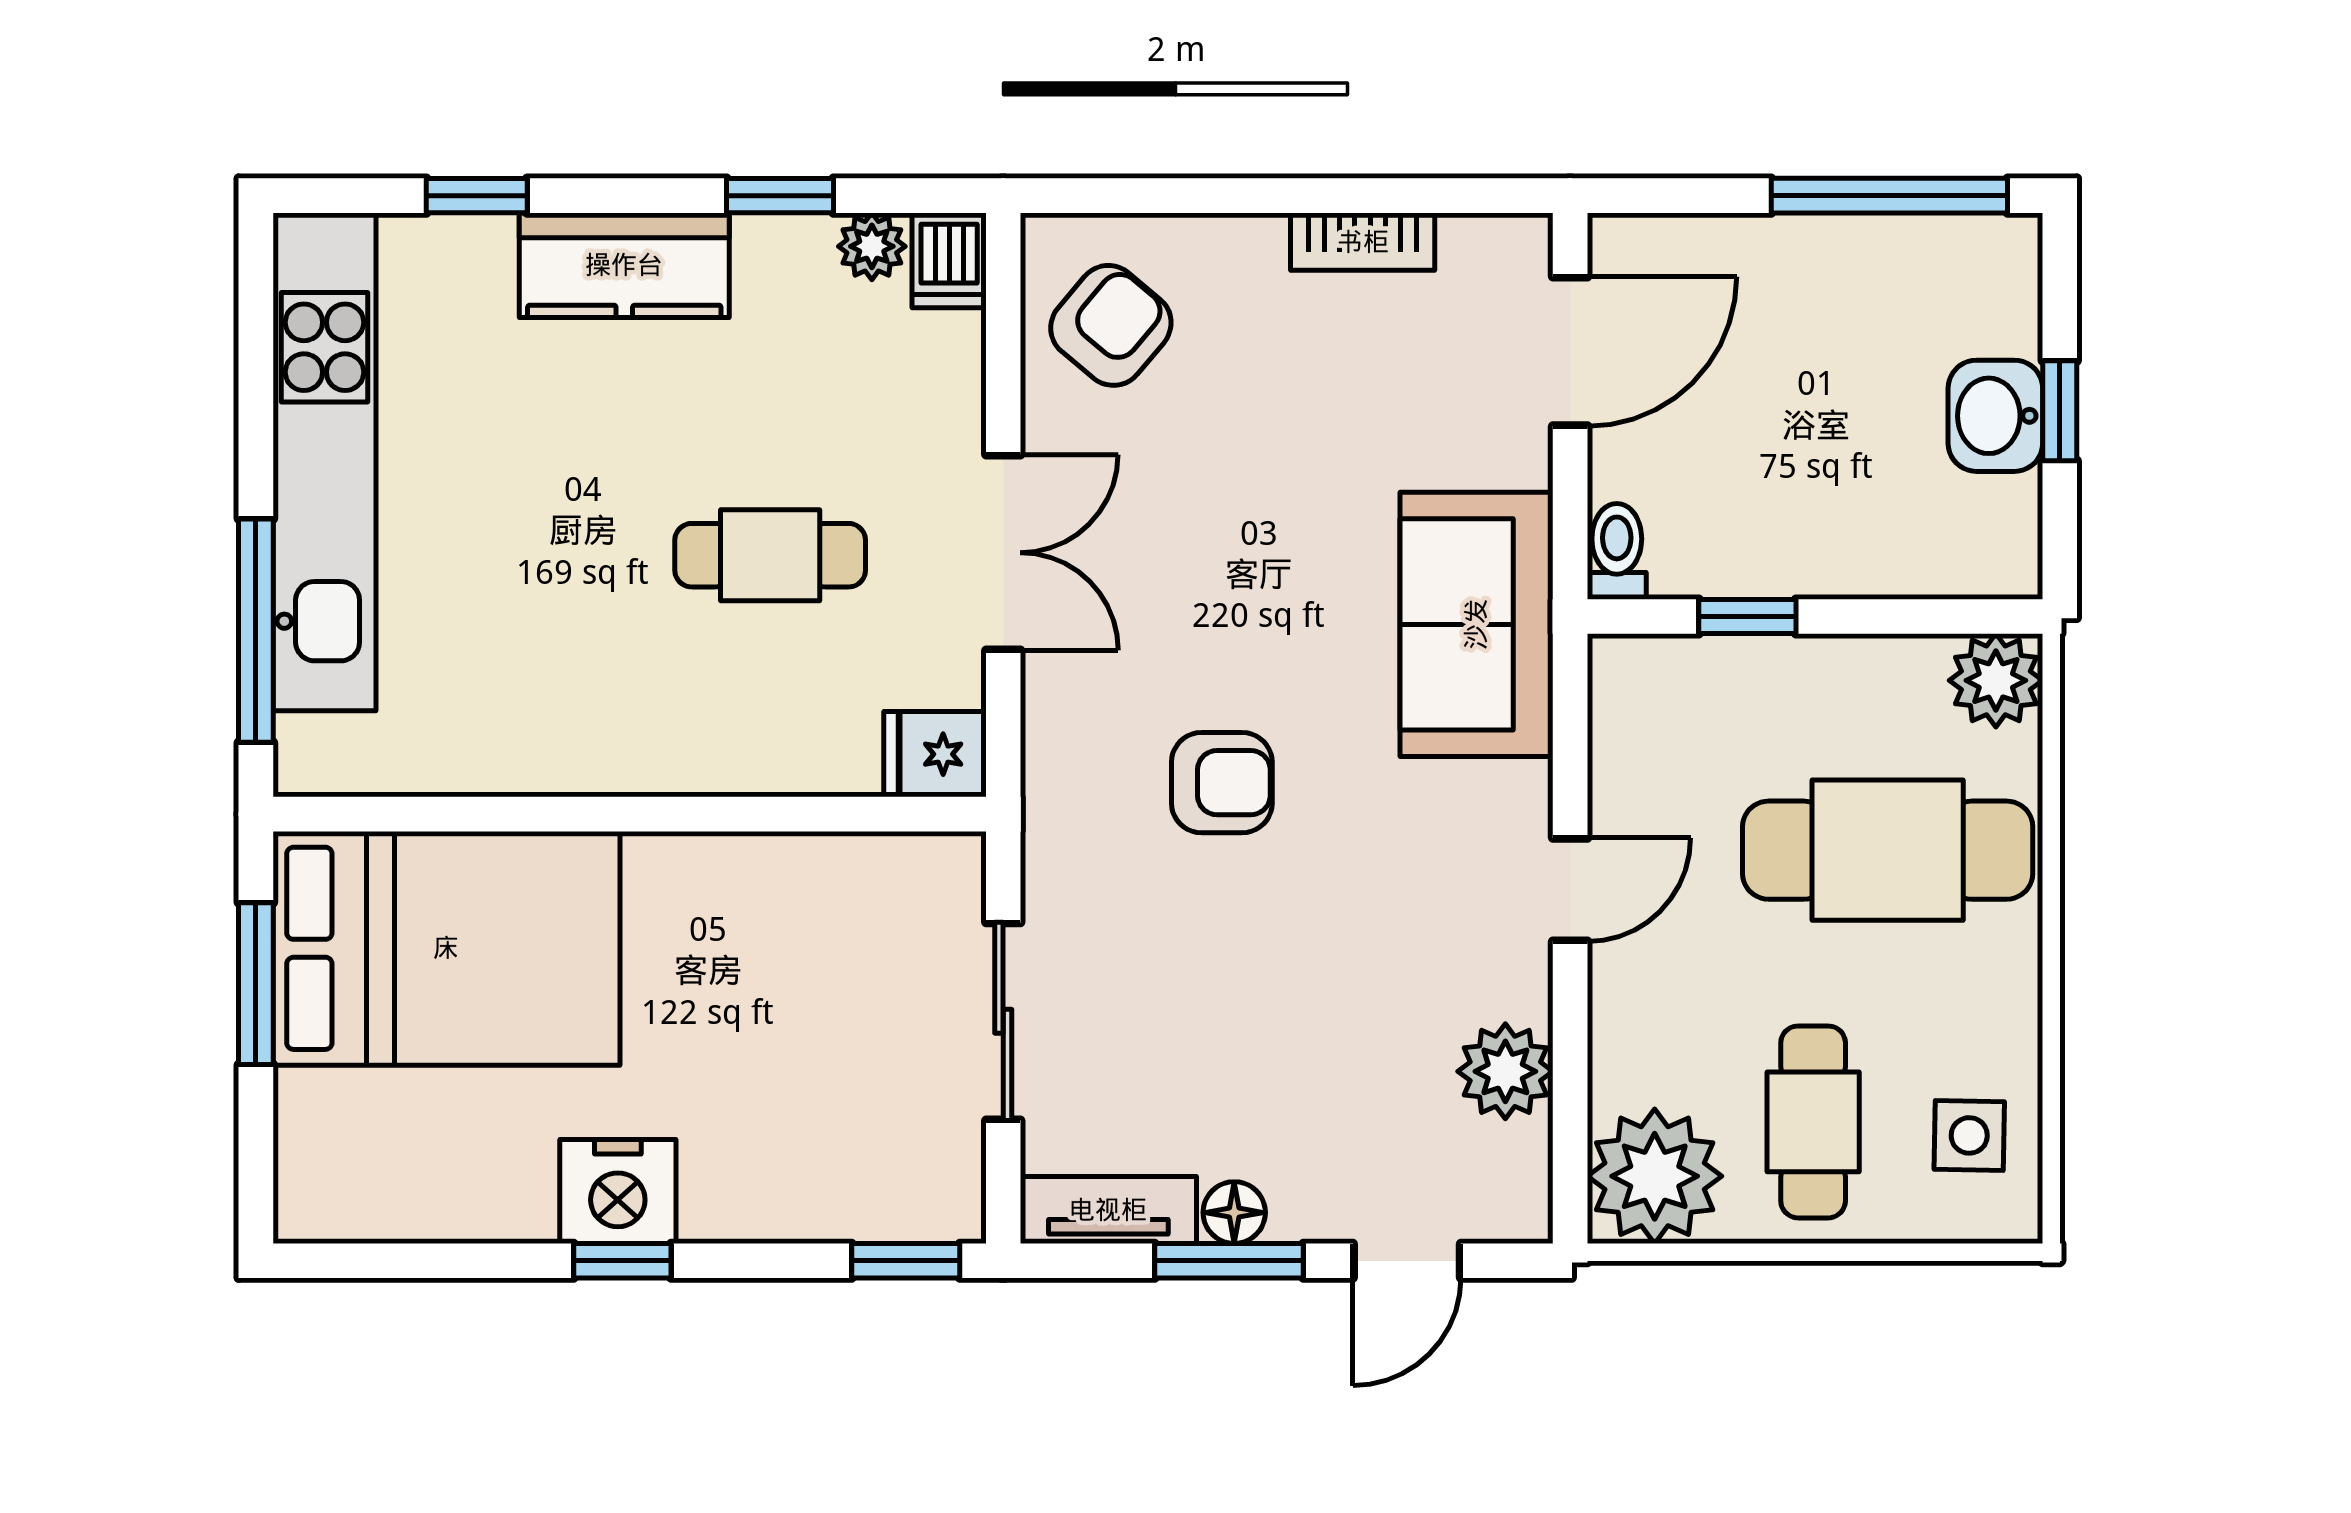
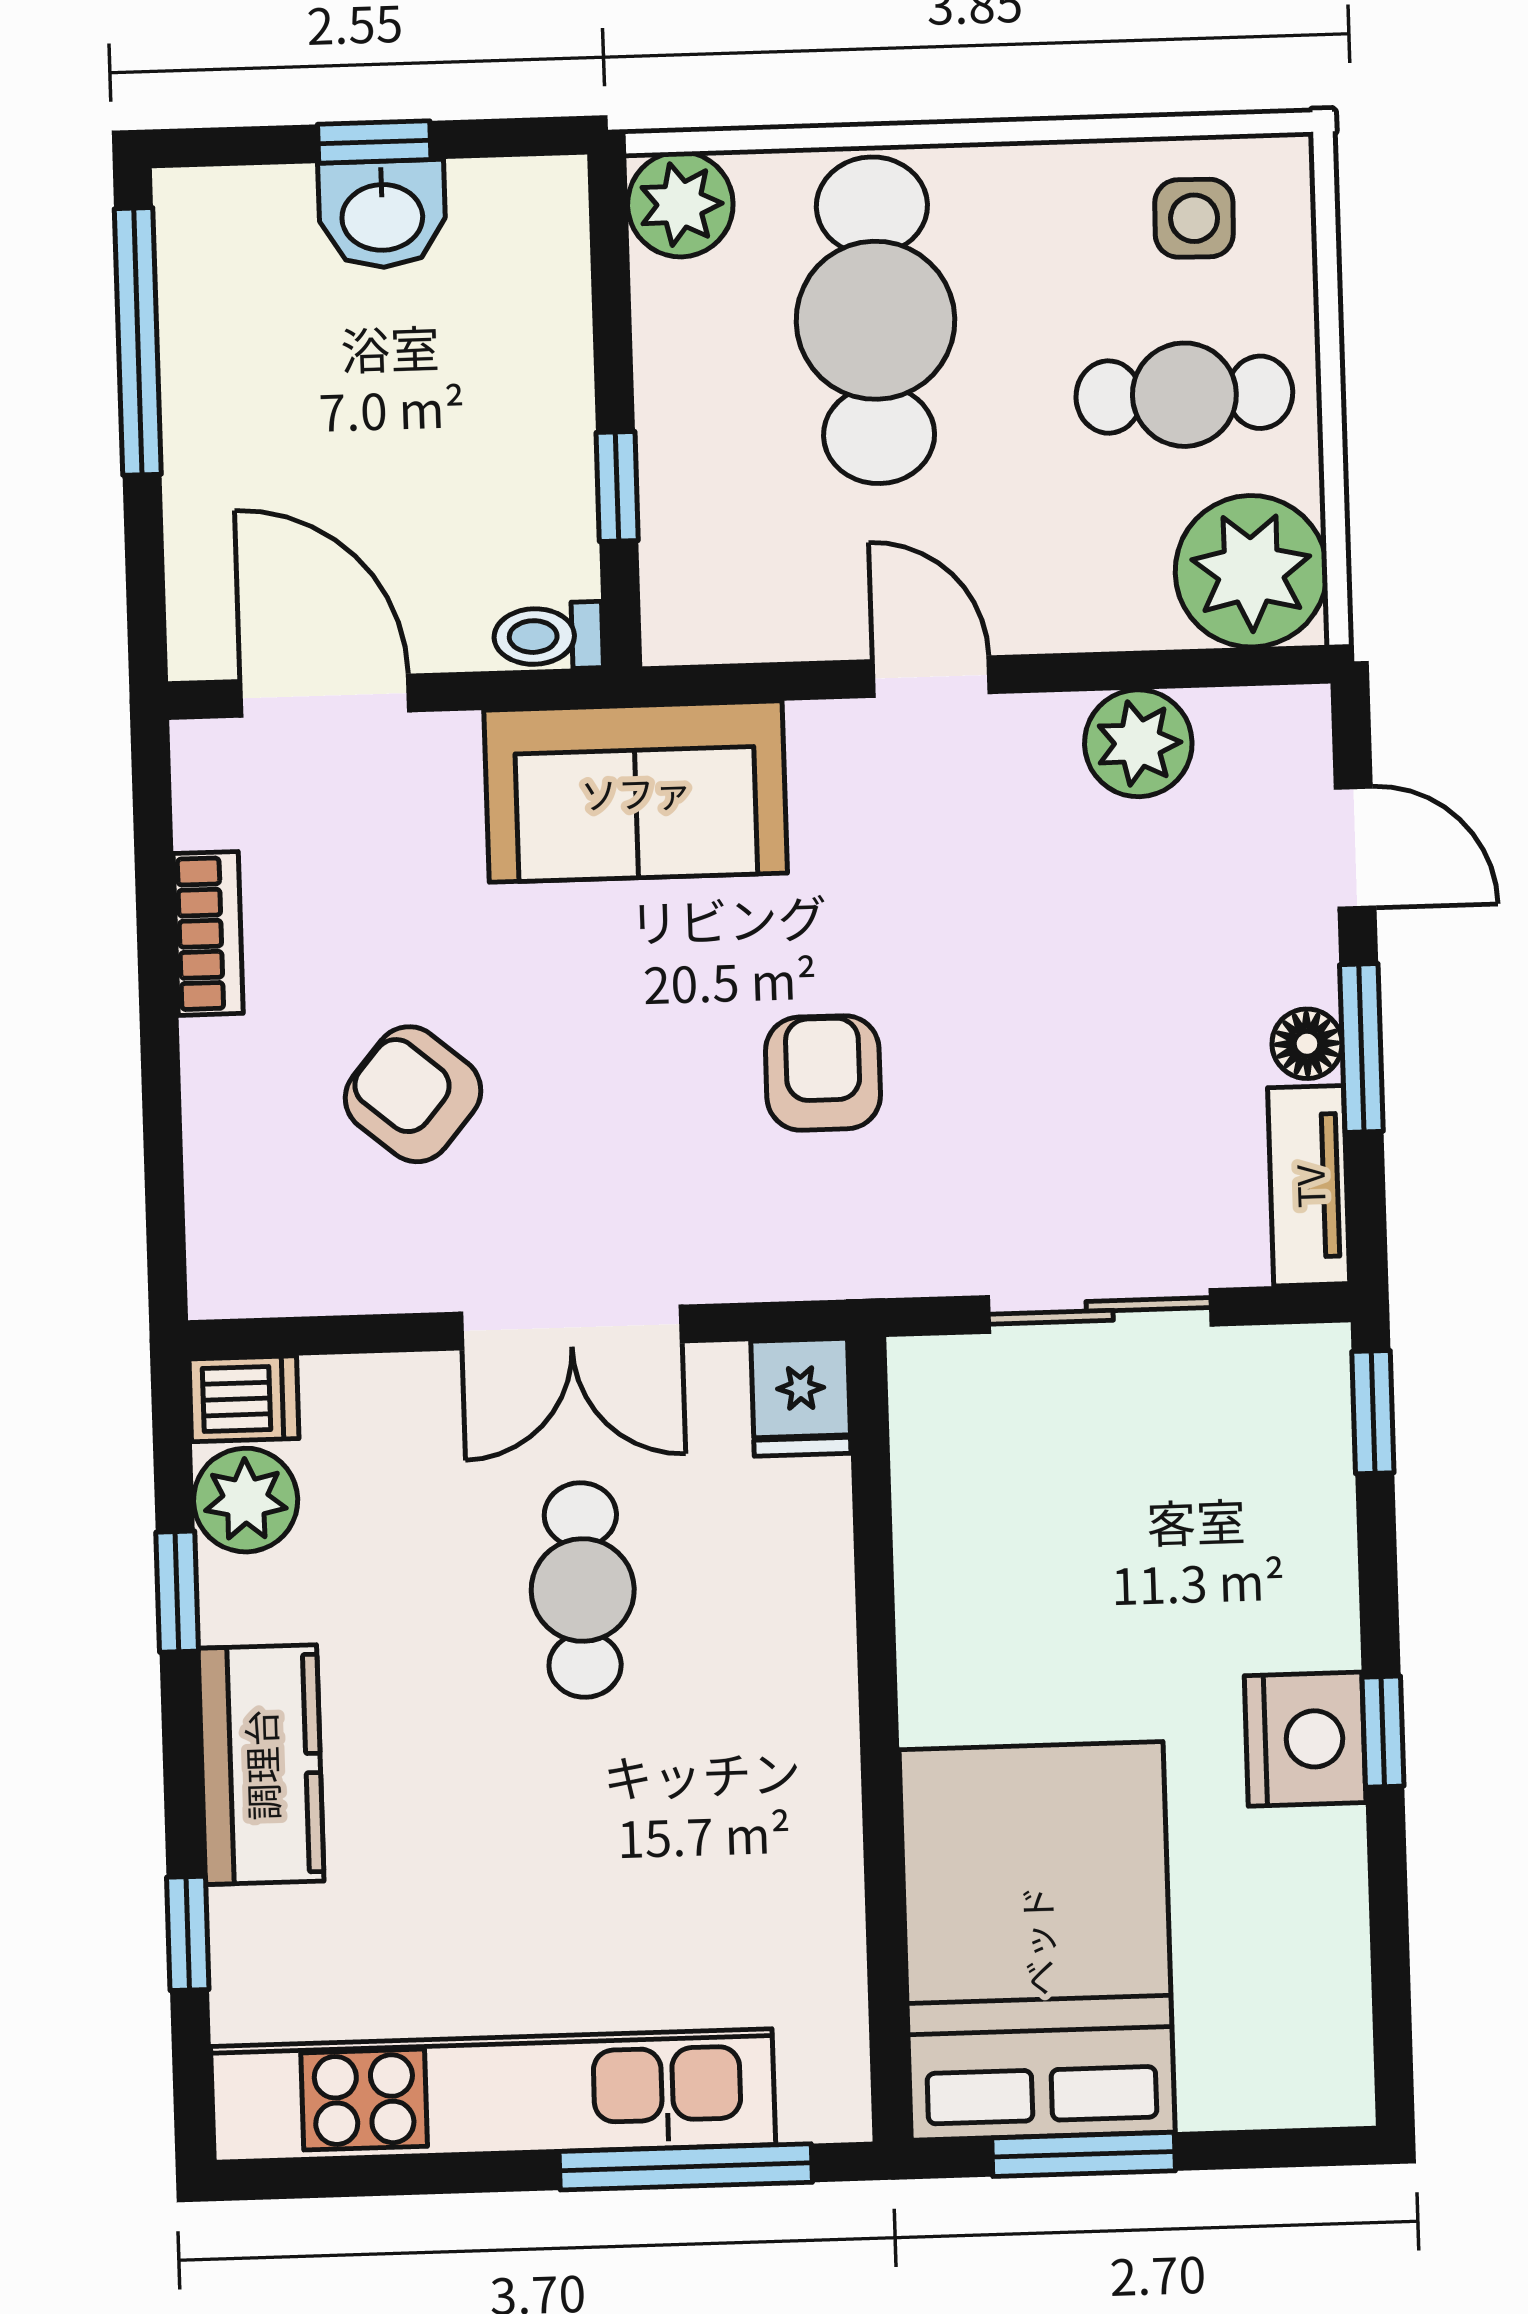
plant: (872, 246) -> (246, 1500), width x1.38, depth x1.38
armchair: (1111, 325) -> (413, 1094), moved
double door: (1003, 553) -> (571, 1327), swing flipped

